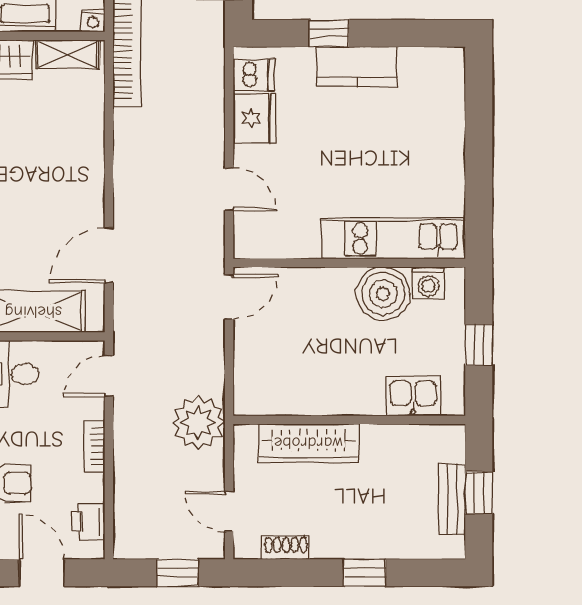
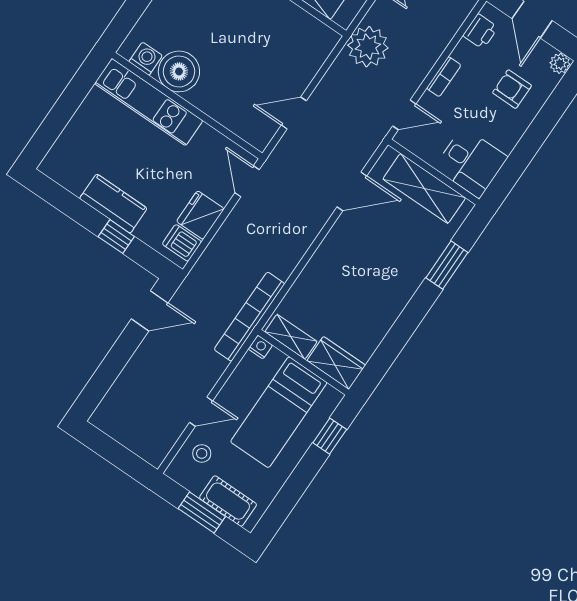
kitchen unit: (393, 239) -> (149, 102), moved
wall: (349, 263) -> (187, 106), moved
washing machine: (428, 283) -> (146, 59), moved
boiler: (383, 294) -> (179, 71), moved

